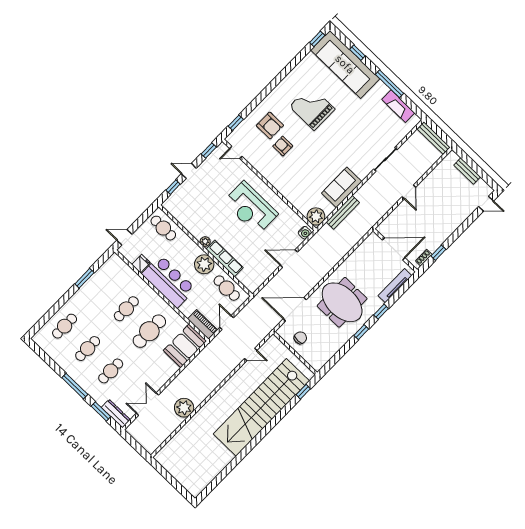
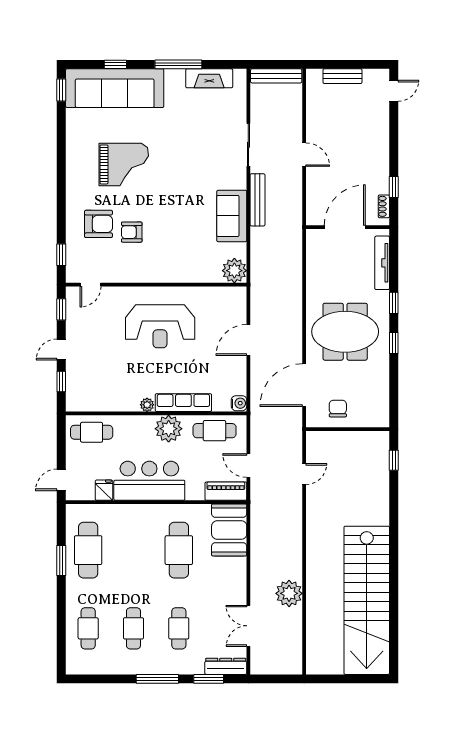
grand piano: (312, 108) -> (124, 164), turned 180
bench: (343, 212) -> (258, 200), moved
water cooler: (305, 233) -> (239, 403), moved
cafe table: (126, 309) -> (88, 550), moved, width x1.37, depth x1.35
stairs: (261, 407) -> (367, 600), moved

